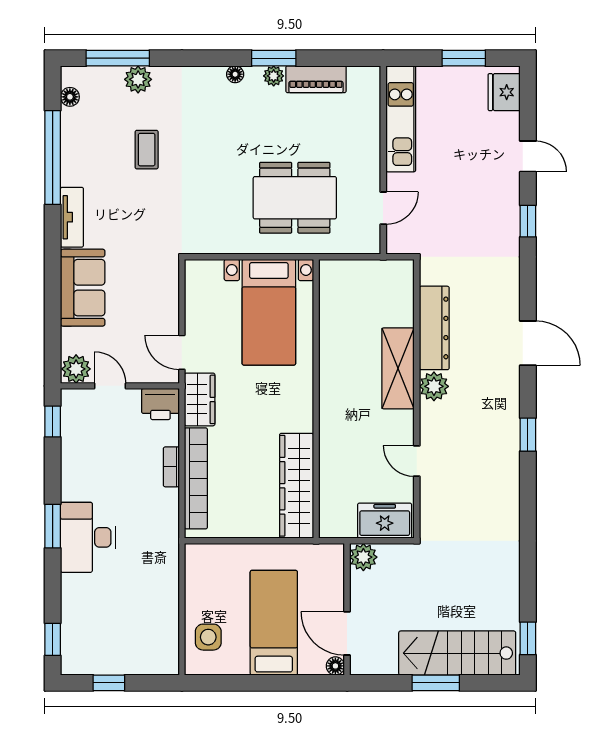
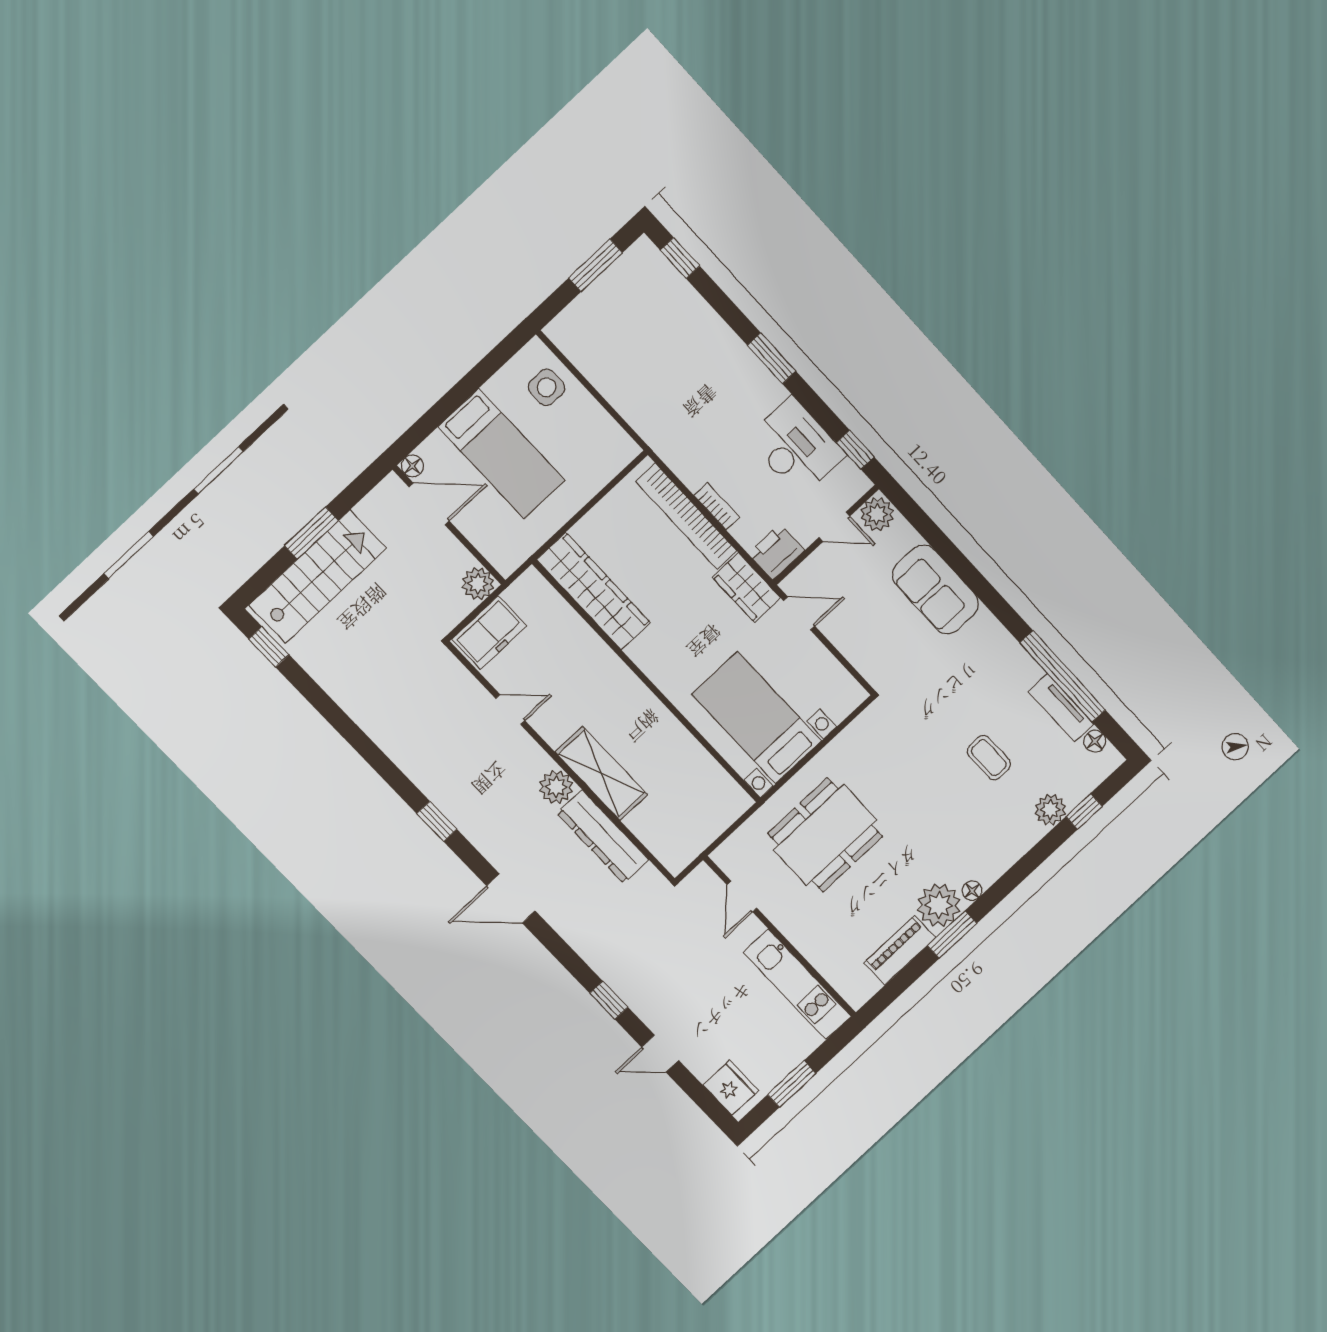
window: (118, 58) -> (1084, 811), width x0.46
plant: (274, 76) -> (939, 905), width x1.88, depth x1.88
tv unit: (72, 217) -> (1061, 708), moved
desk: (88, 537) -> (796, 447), moved
window: (109, 683) -> (596, 265), width x1.50

